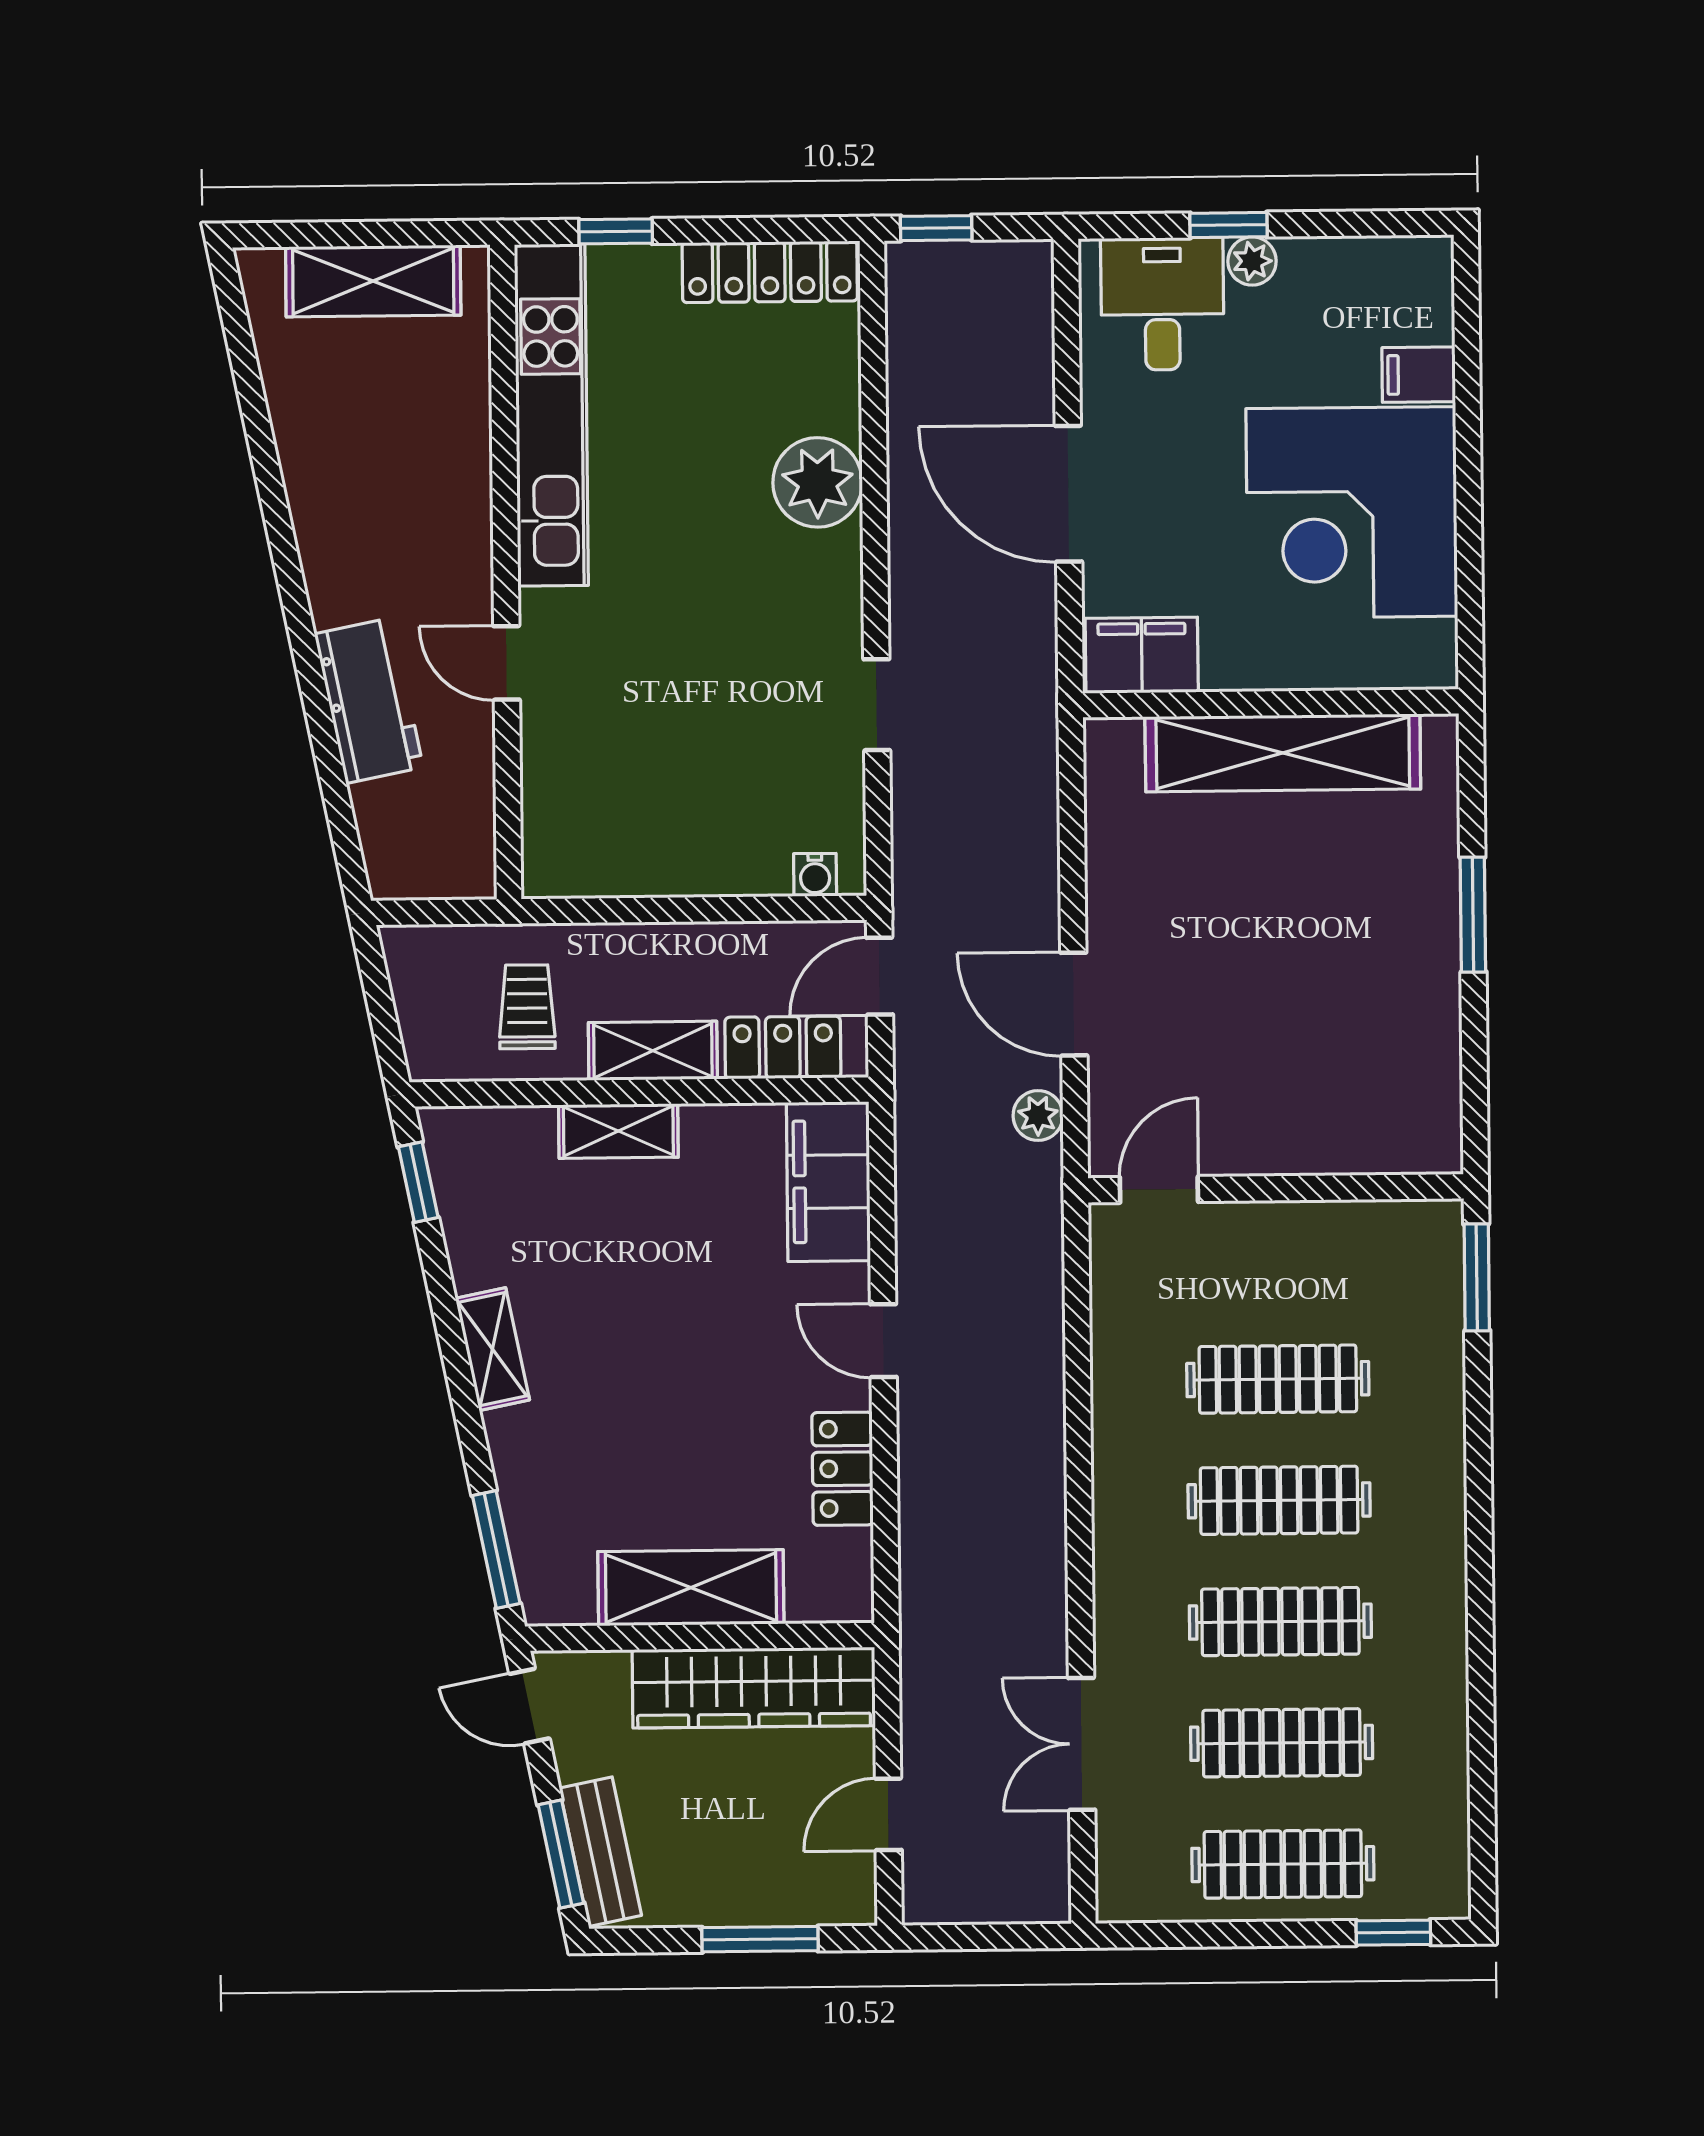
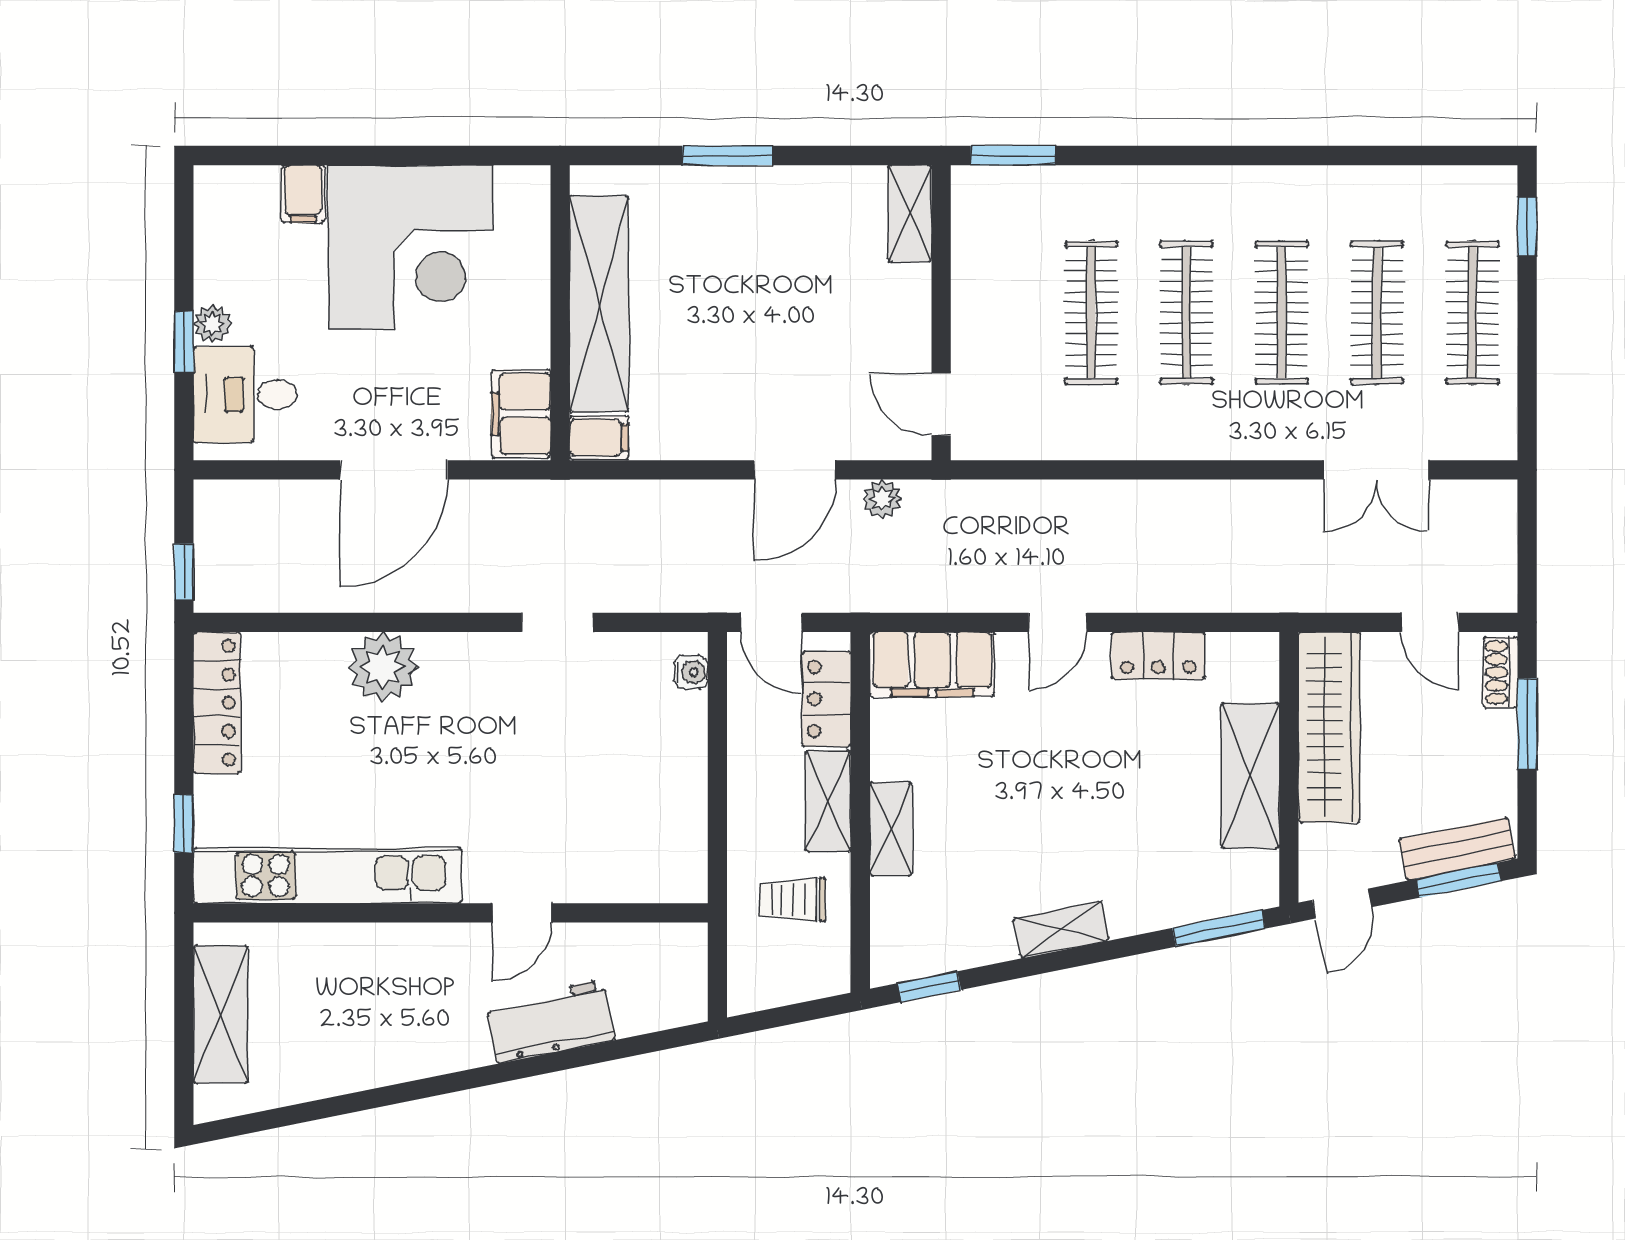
filing cabinet: (1112, 755) -> (599, 438), added
shelving: (1402, 1147) -> (910, 213), added
shoe rack: (826, 1904) -> (1500, 672), added

